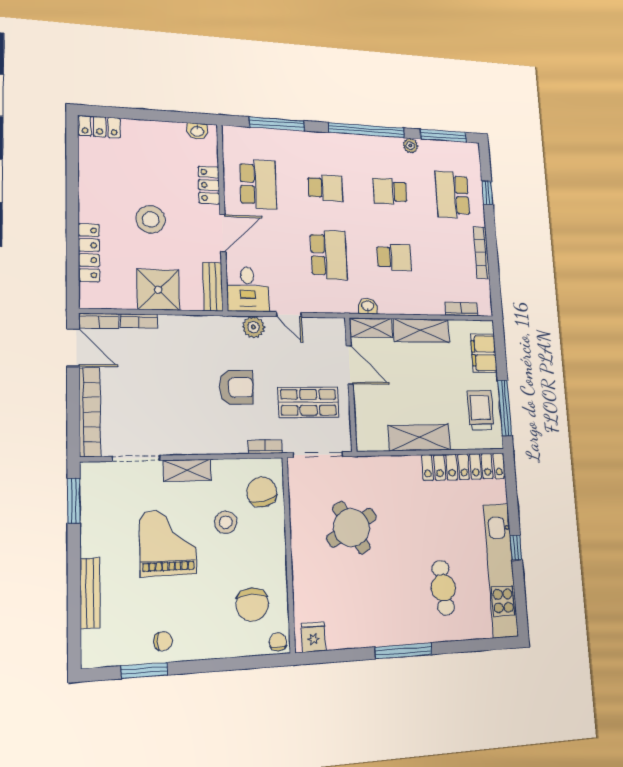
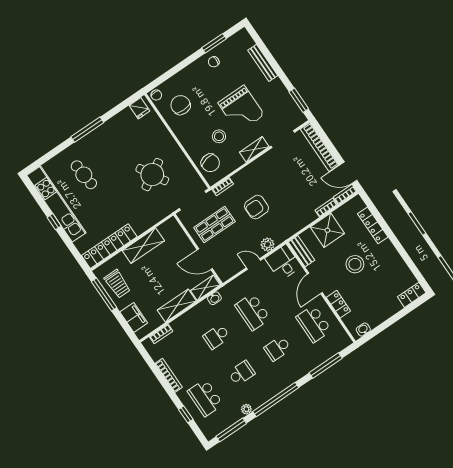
school desk: (452, 195) -> (205, 398), turned 180

